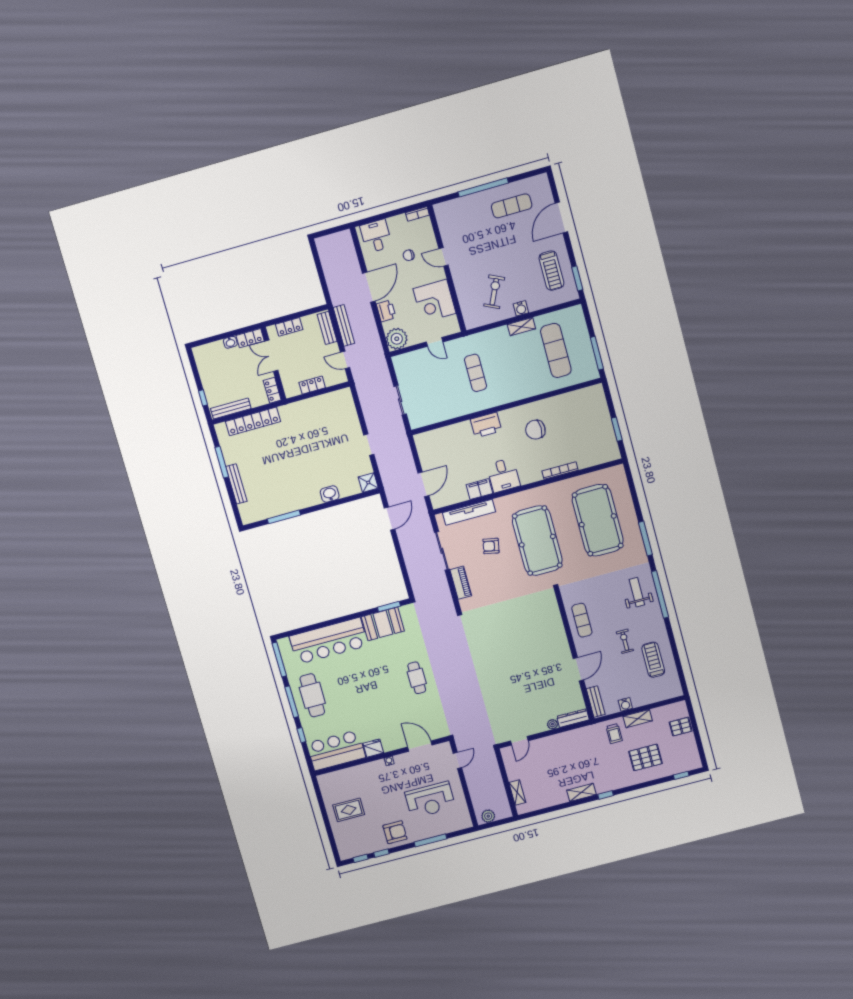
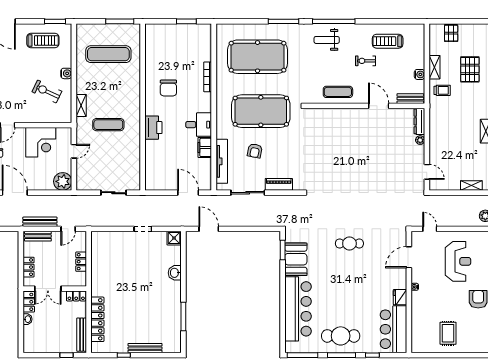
printer: (386, 311) -> (38, 184), removed
shelving: (521, 327) -> (81, 105), moved
window: (222, 462) -> (124, 355), width x0.46

